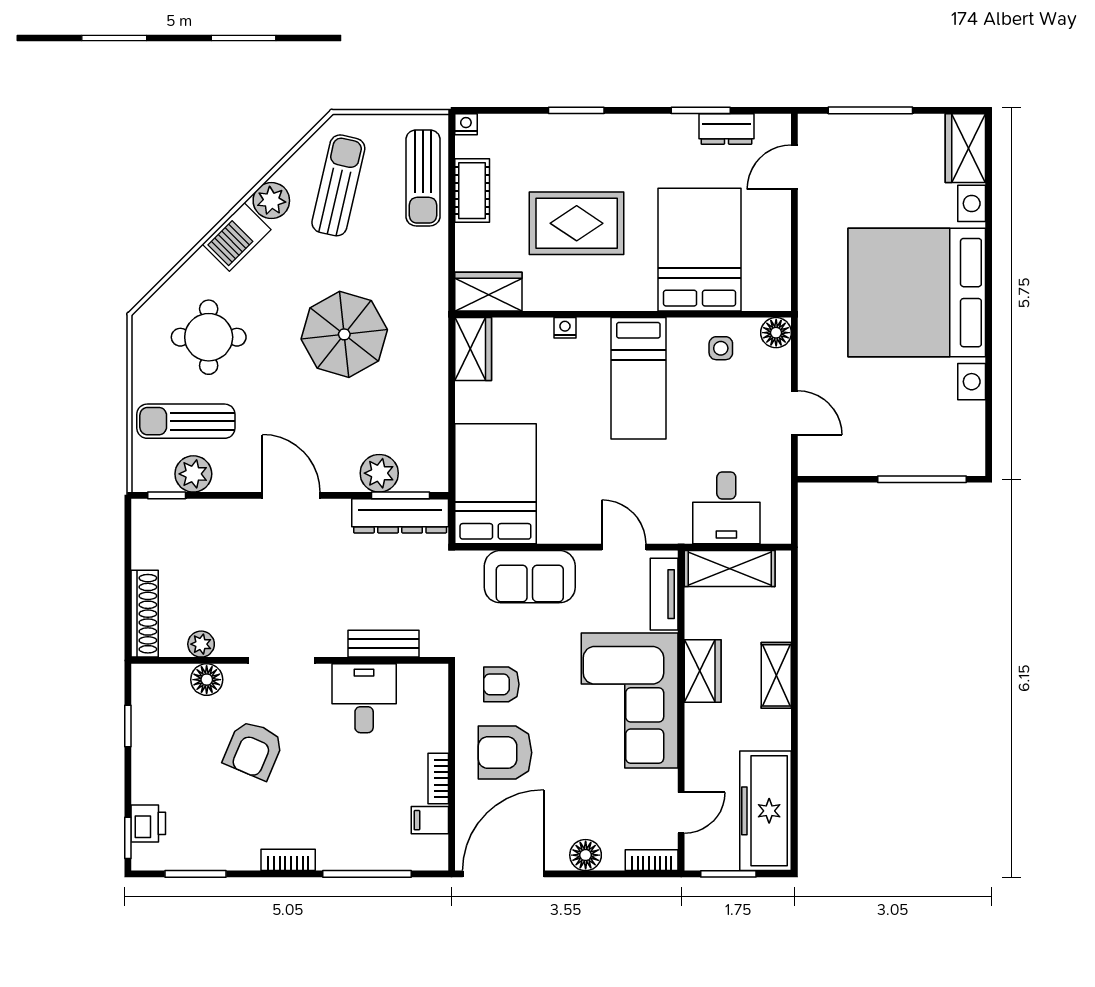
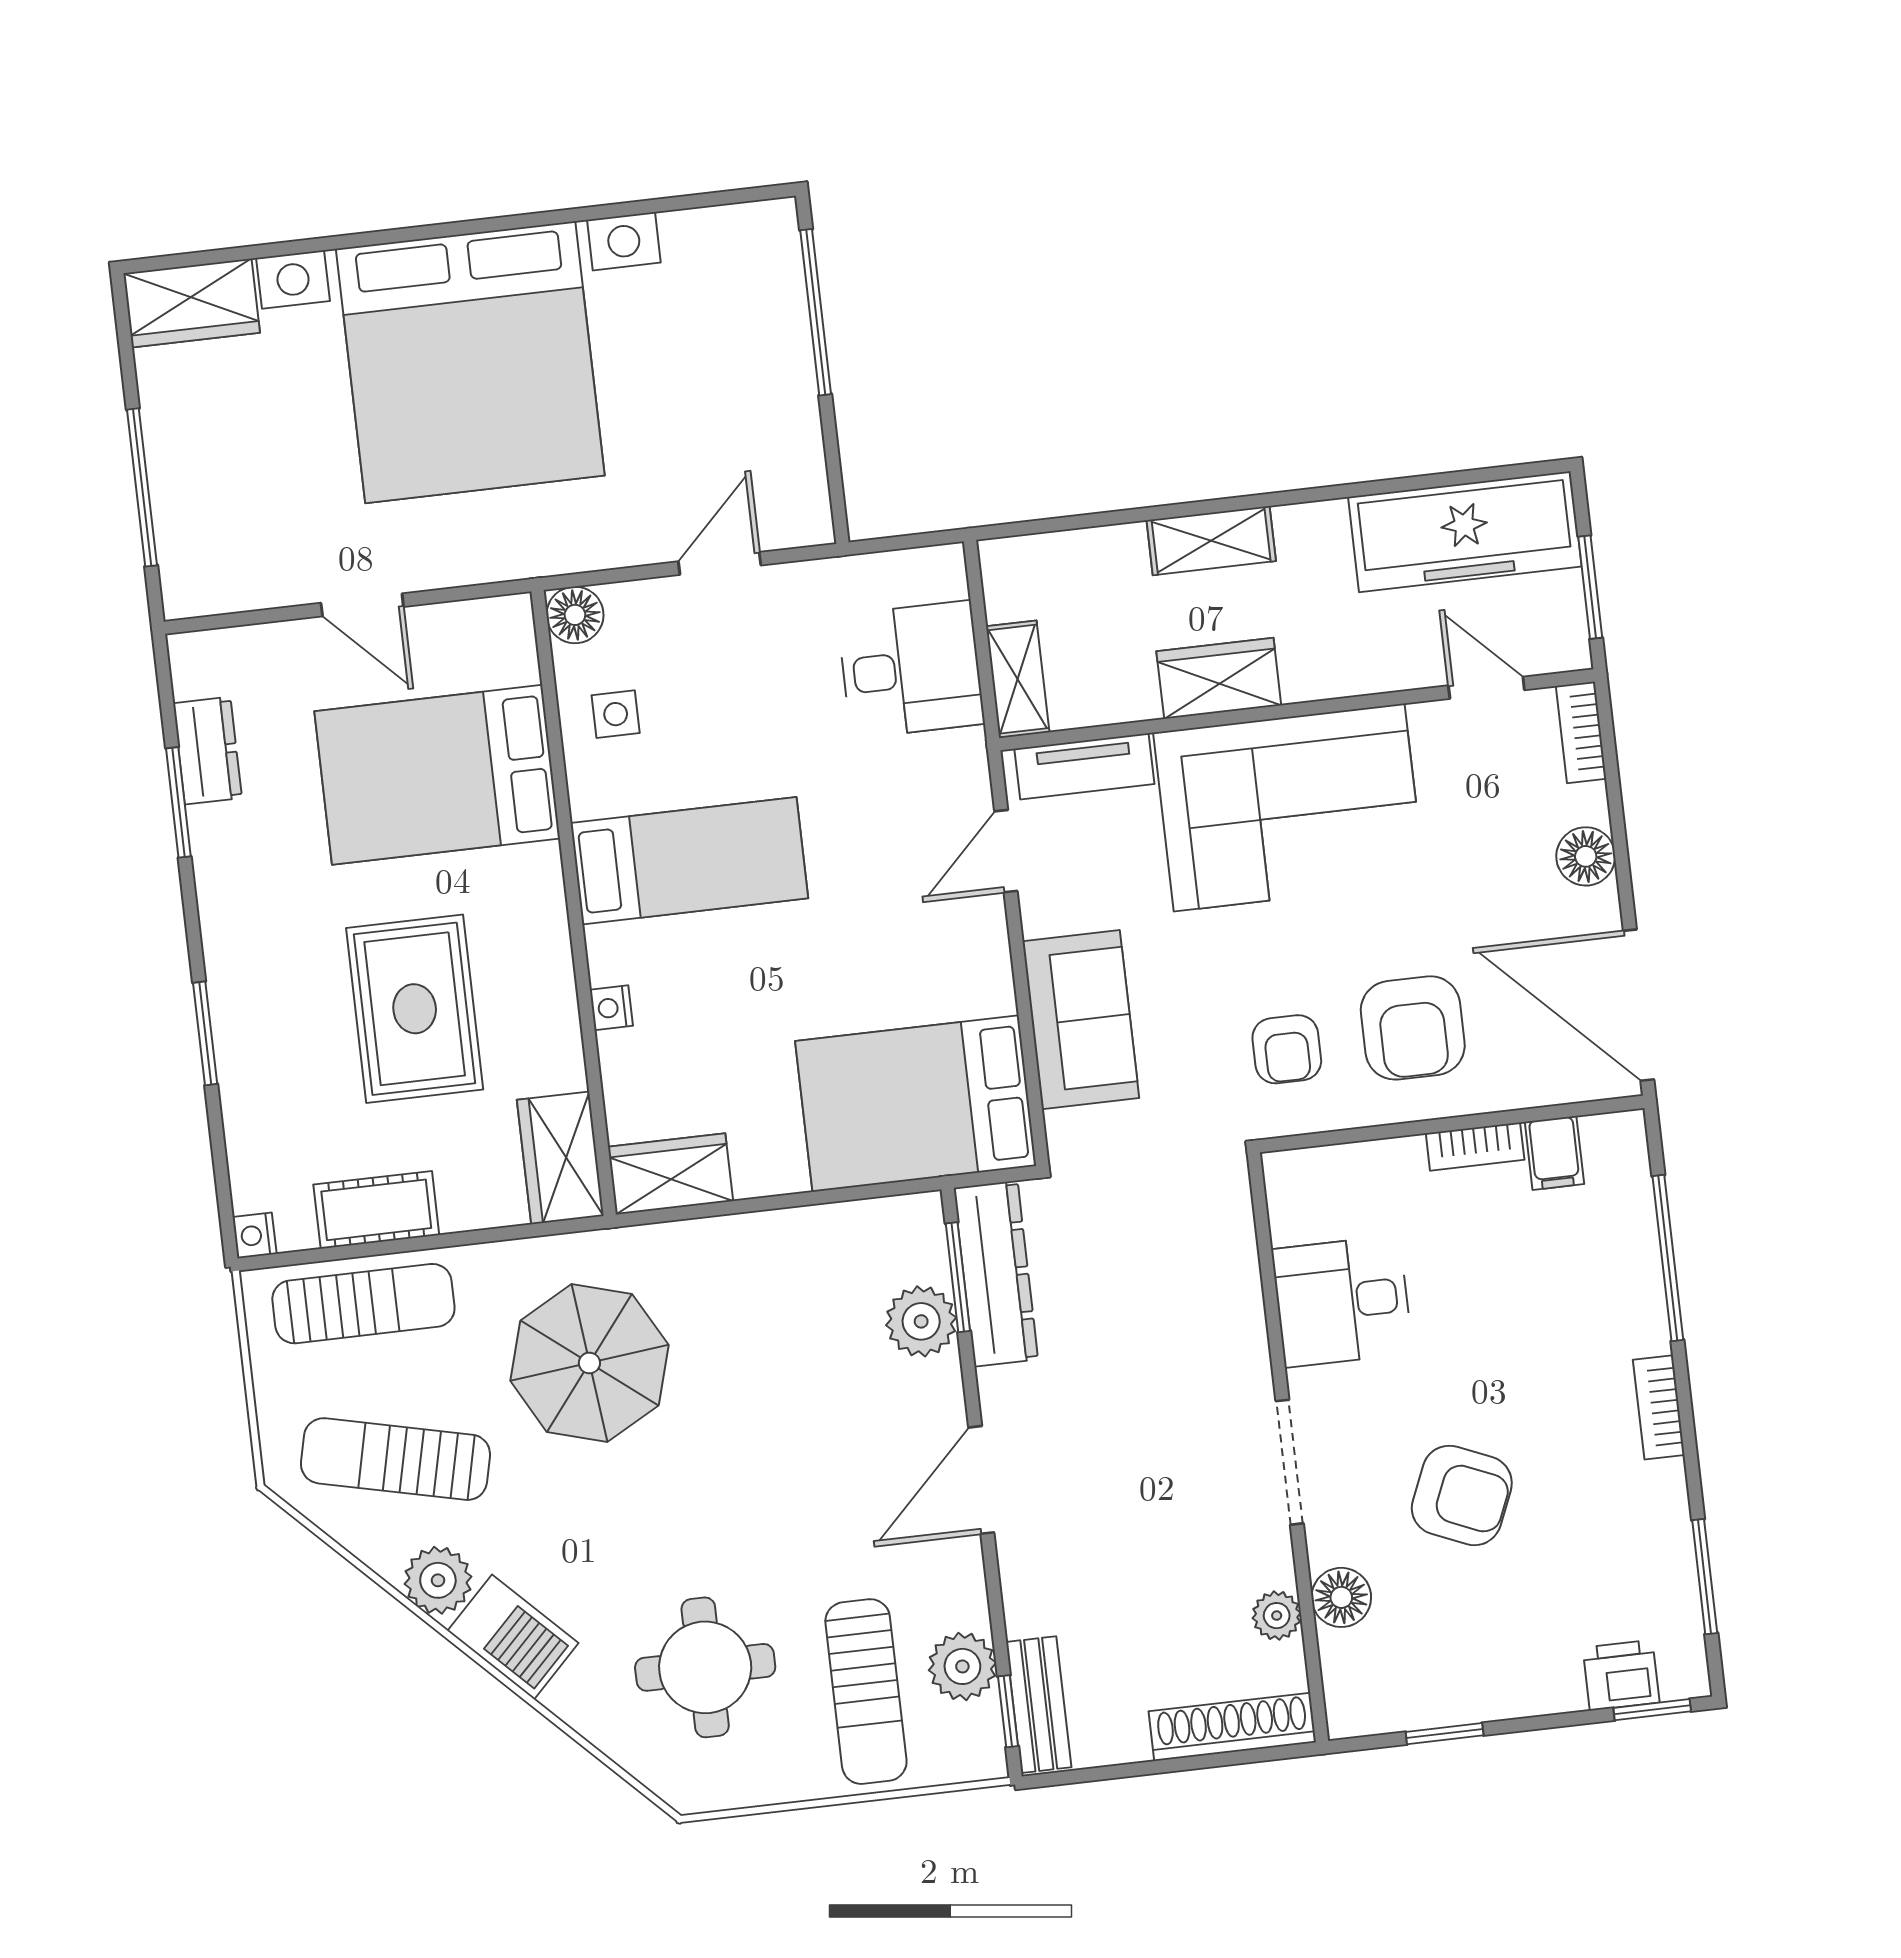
door: (794, 167) -> (362, 605), moved
parasol: (344, 334) -> (589, 1363), moved
shelving: (730, 569) -> (1018, 679), width x0.67, depth x0.75
bench: (383, 644) -> (1039, 1705), moved

